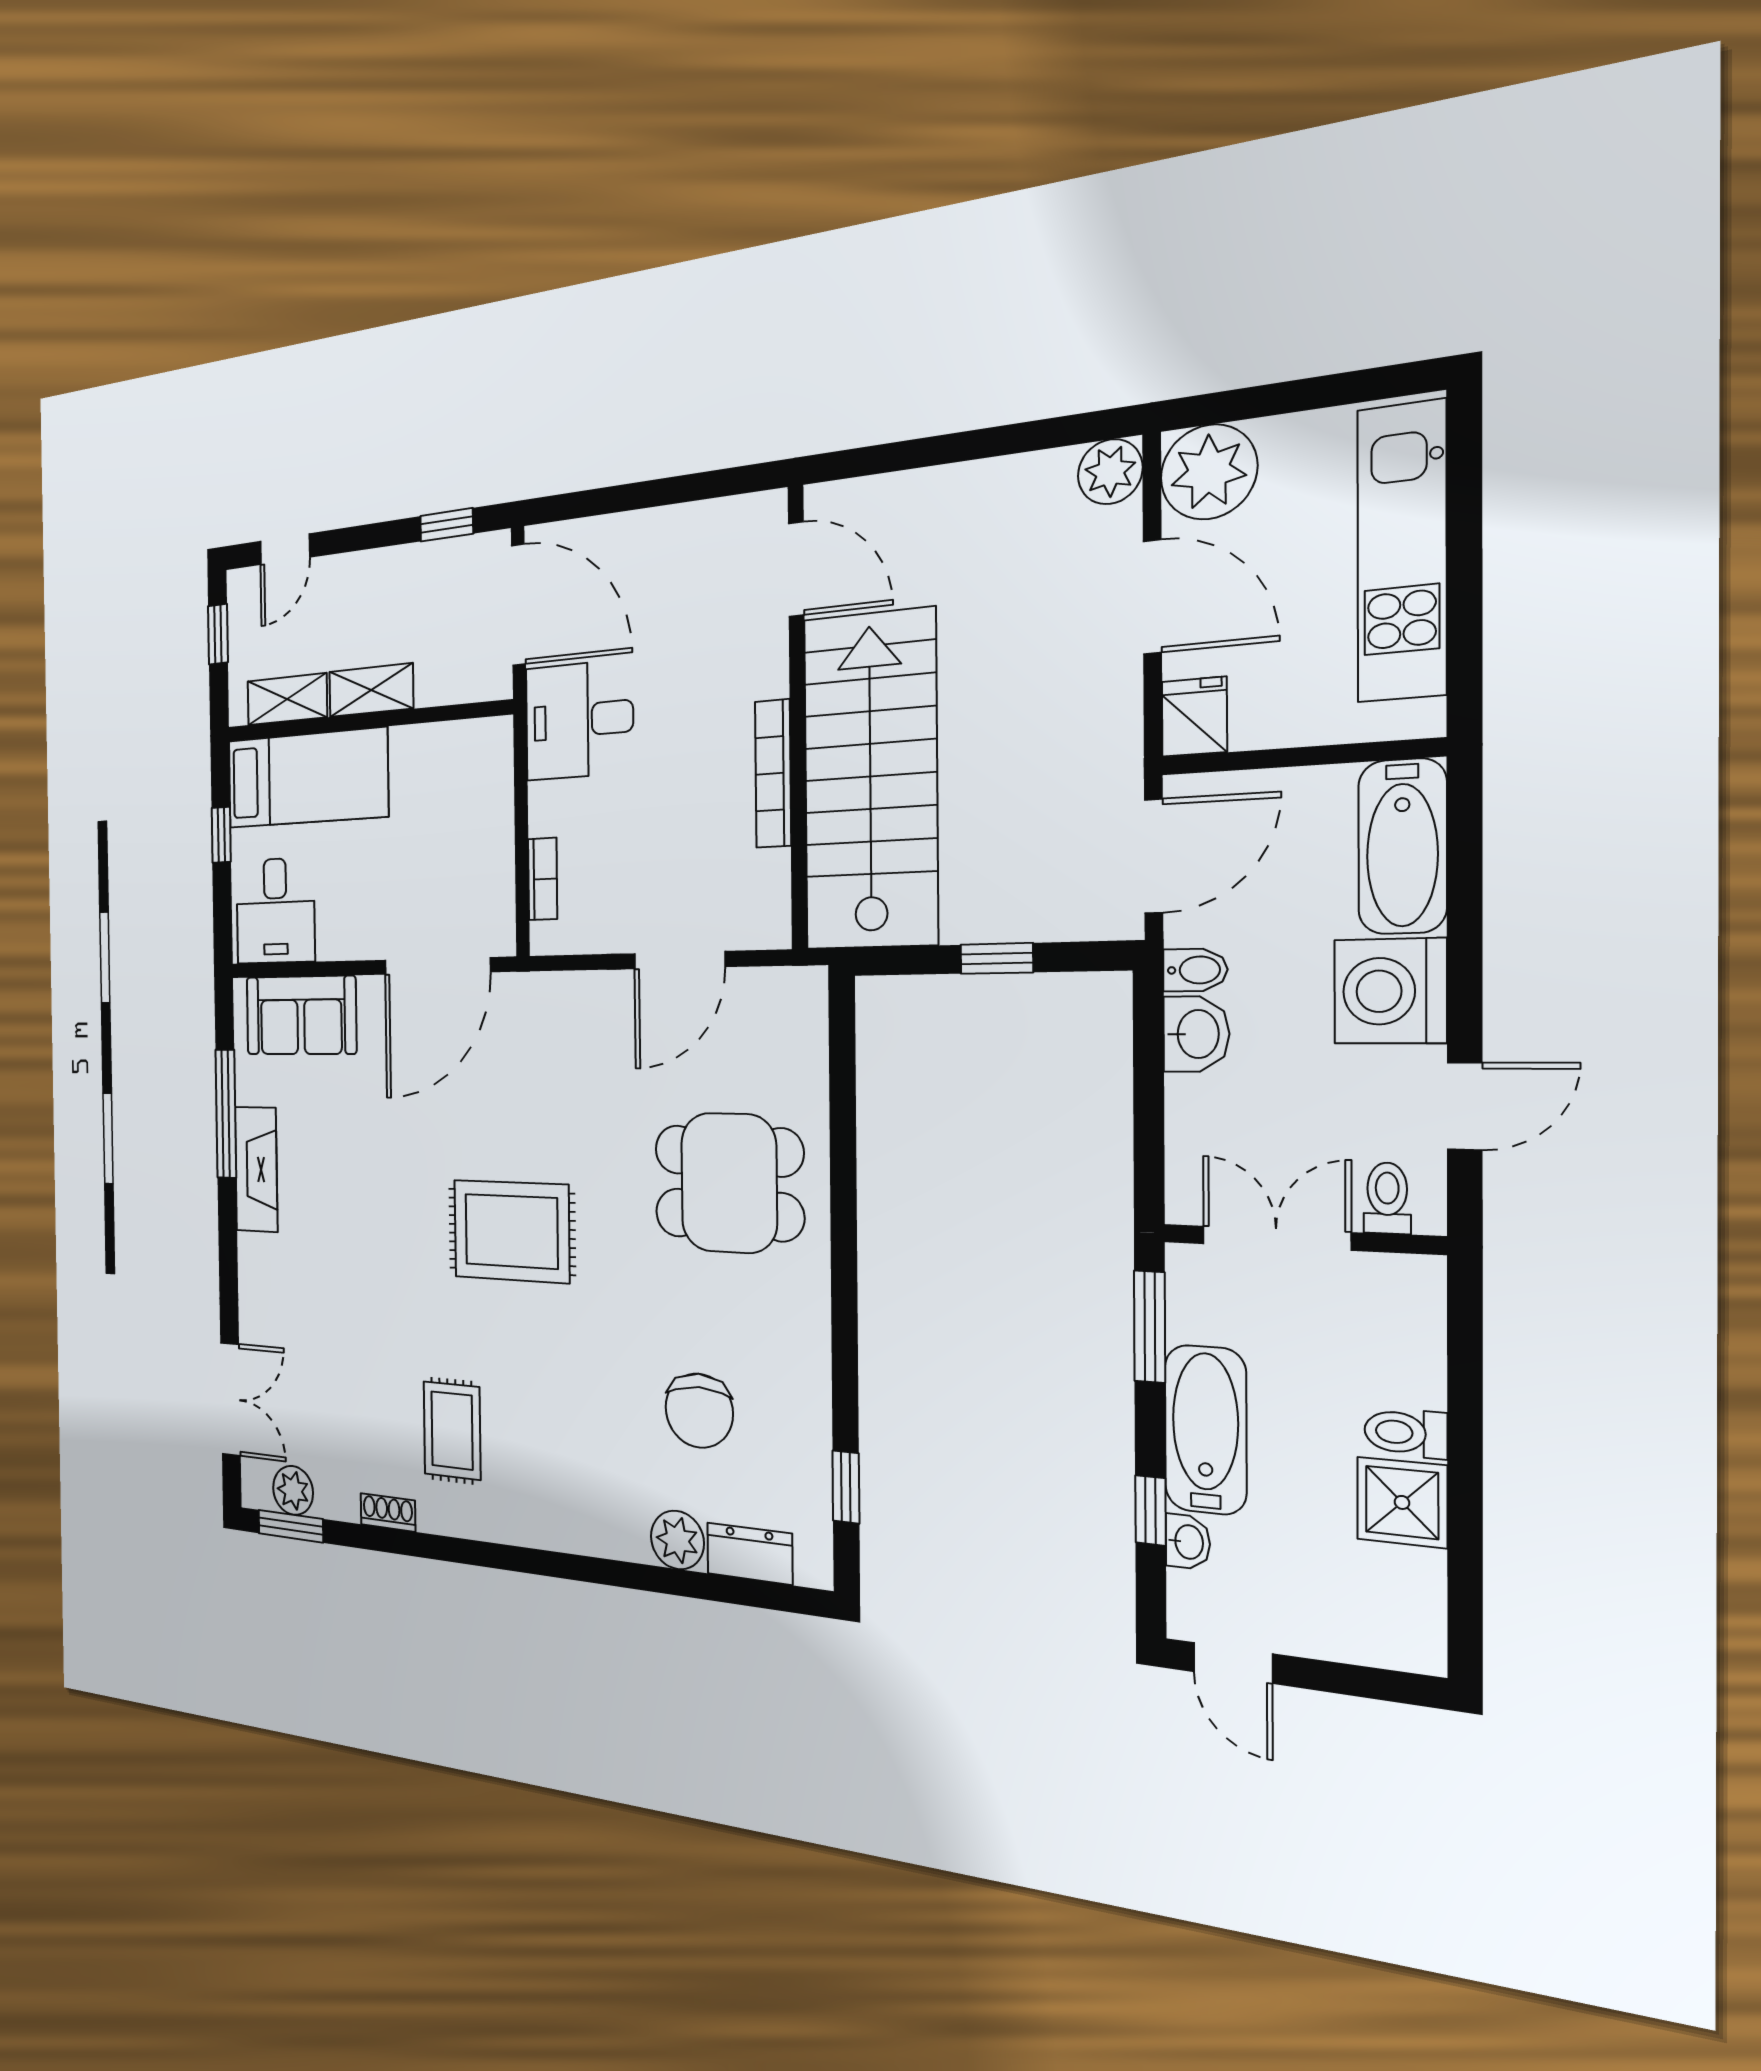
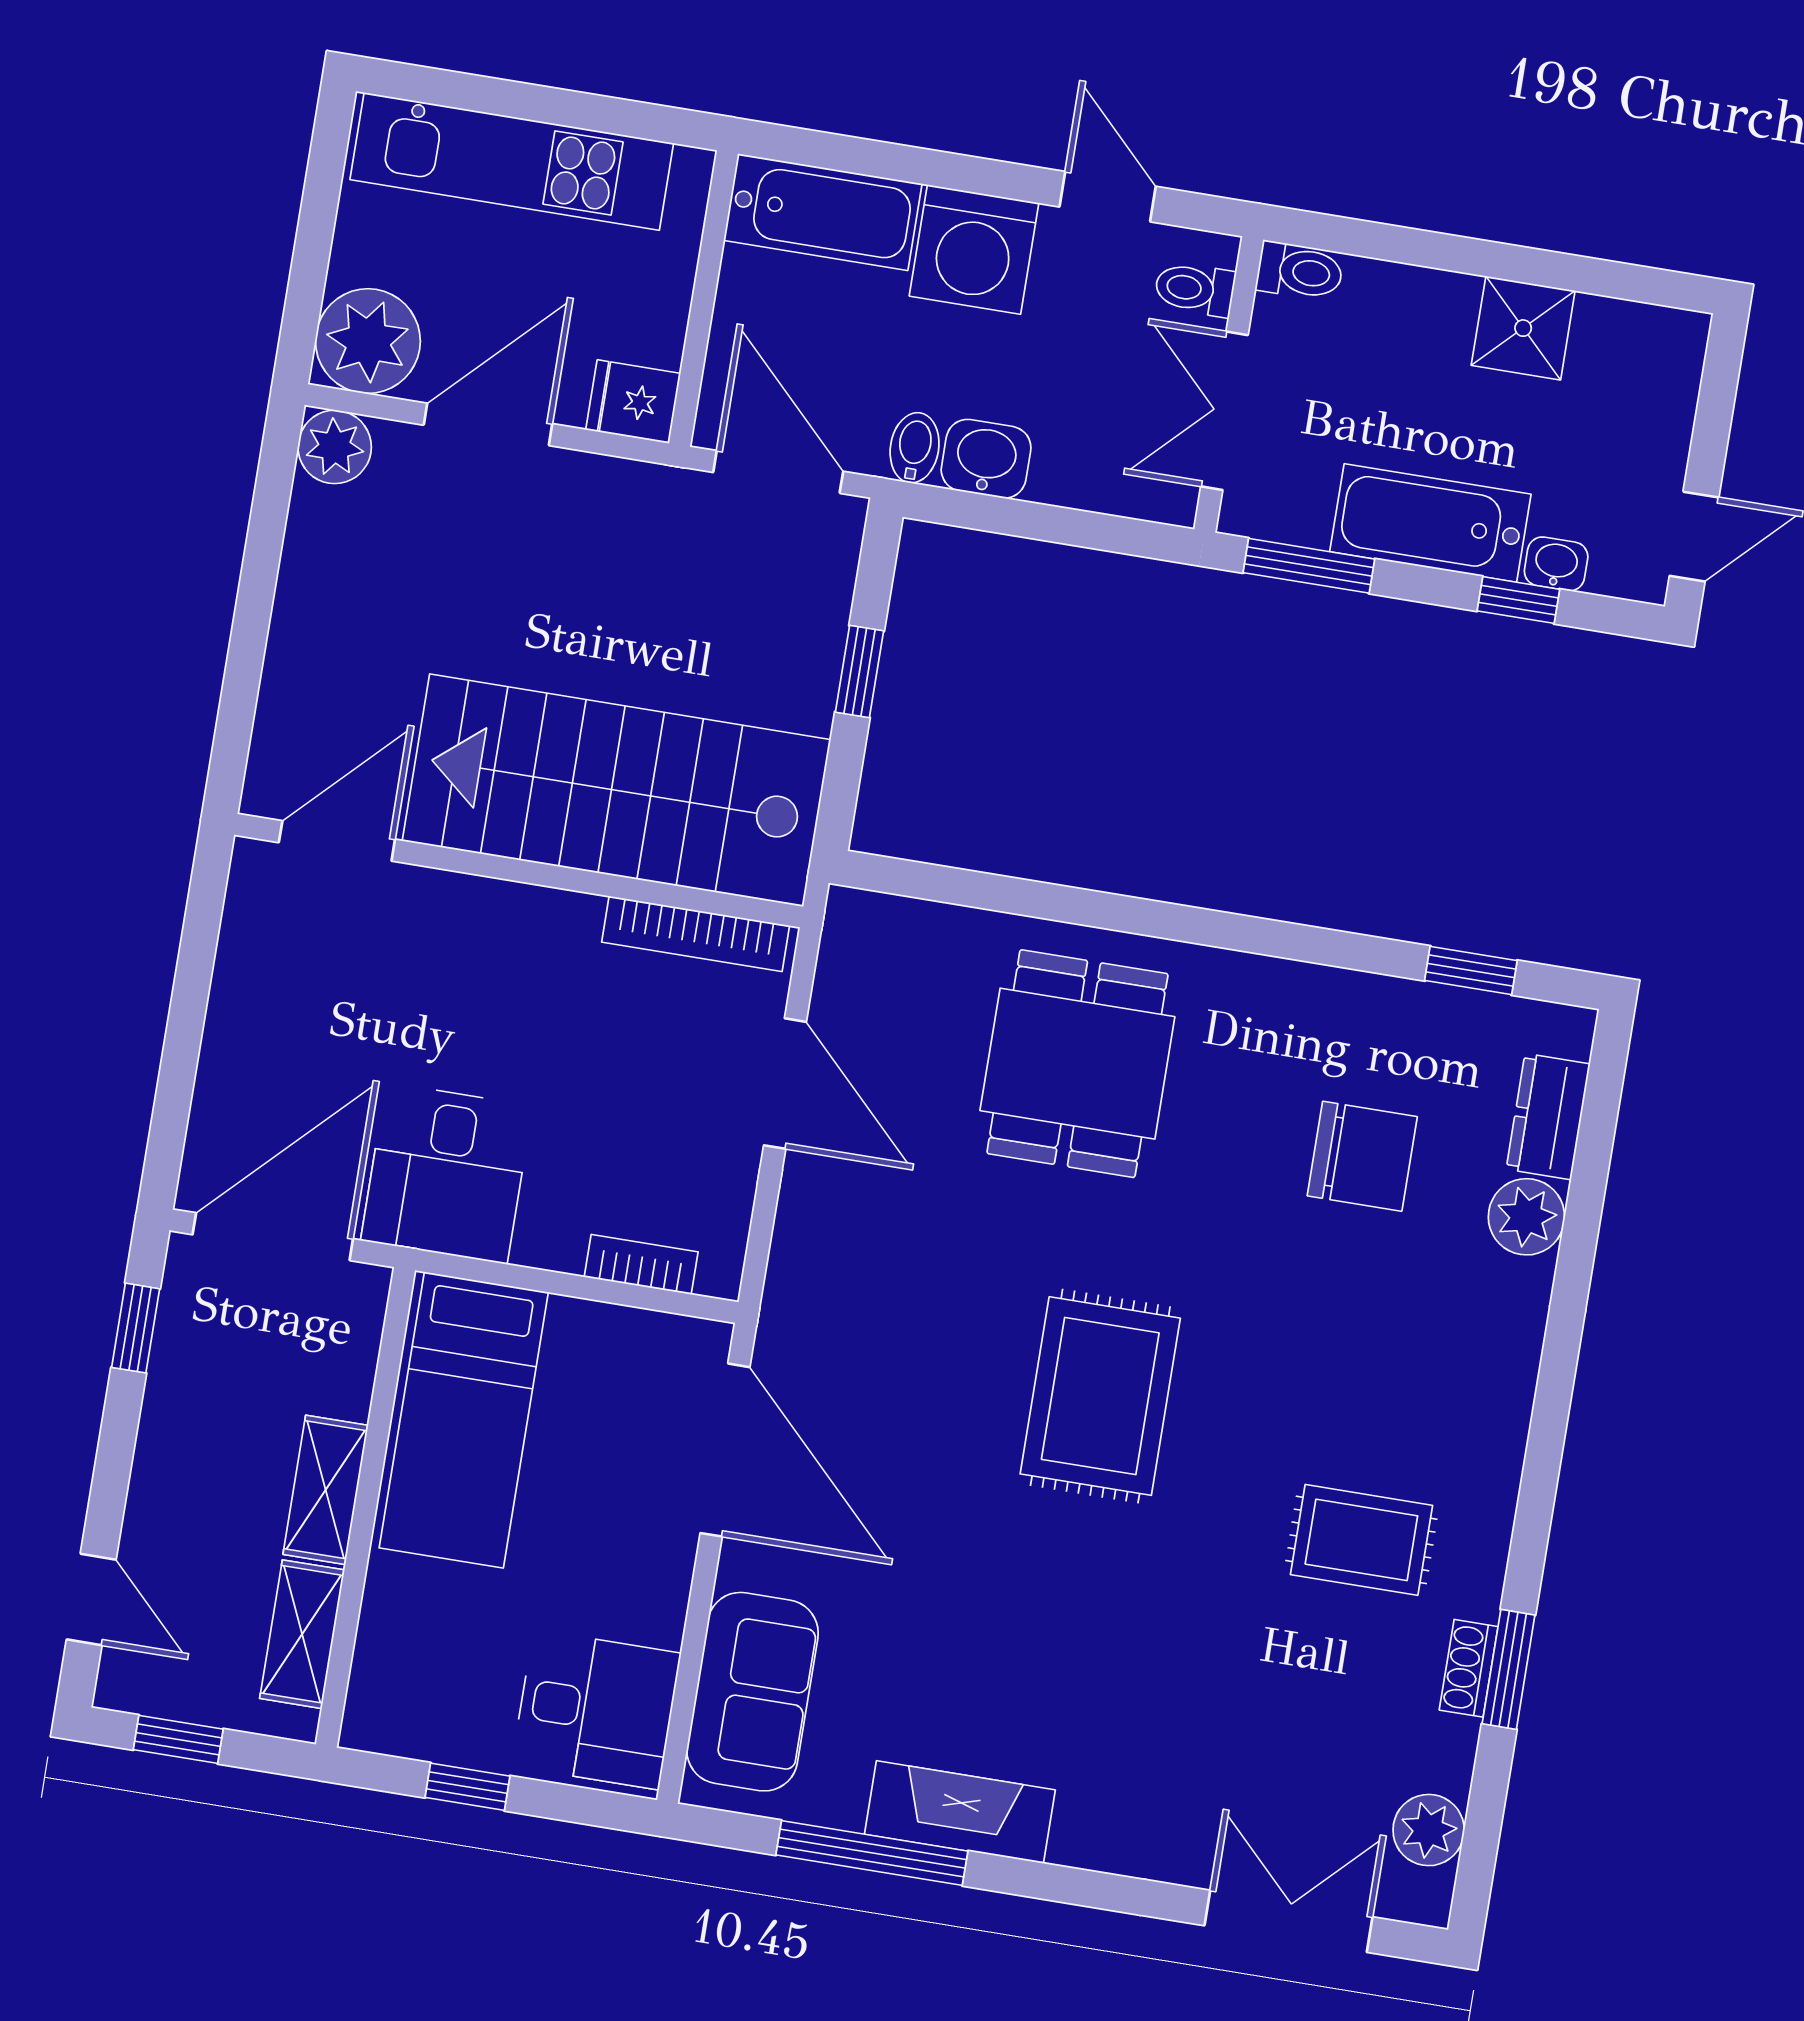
bookcase: (773, 774) -> (696, 934), moved
bed: (307, 778) -> (464, 1420), moved, turned 180
toilet: (1406, 1433) -> (1300, 271), moved, turned -90
window: (291, 1526) -> (1509, 1669), moved

